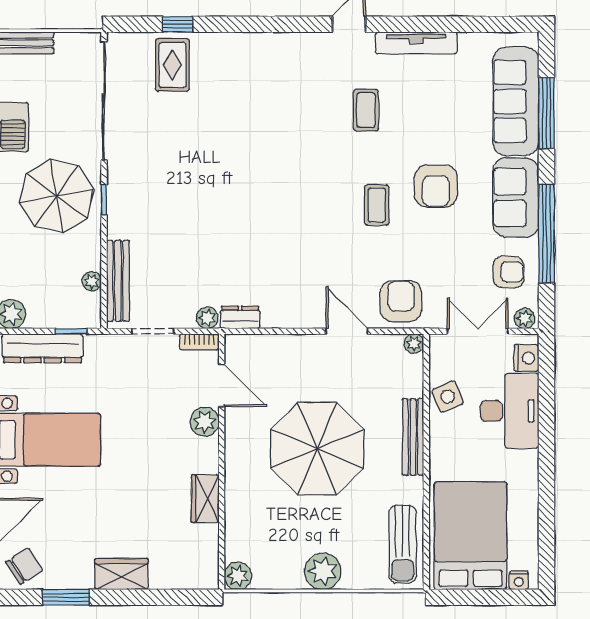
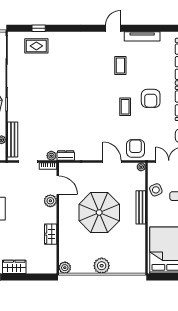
rug: (172, 65) -> (36, 46), turned 90
sun lounger: (403, 544) -> (136, 254), removed

